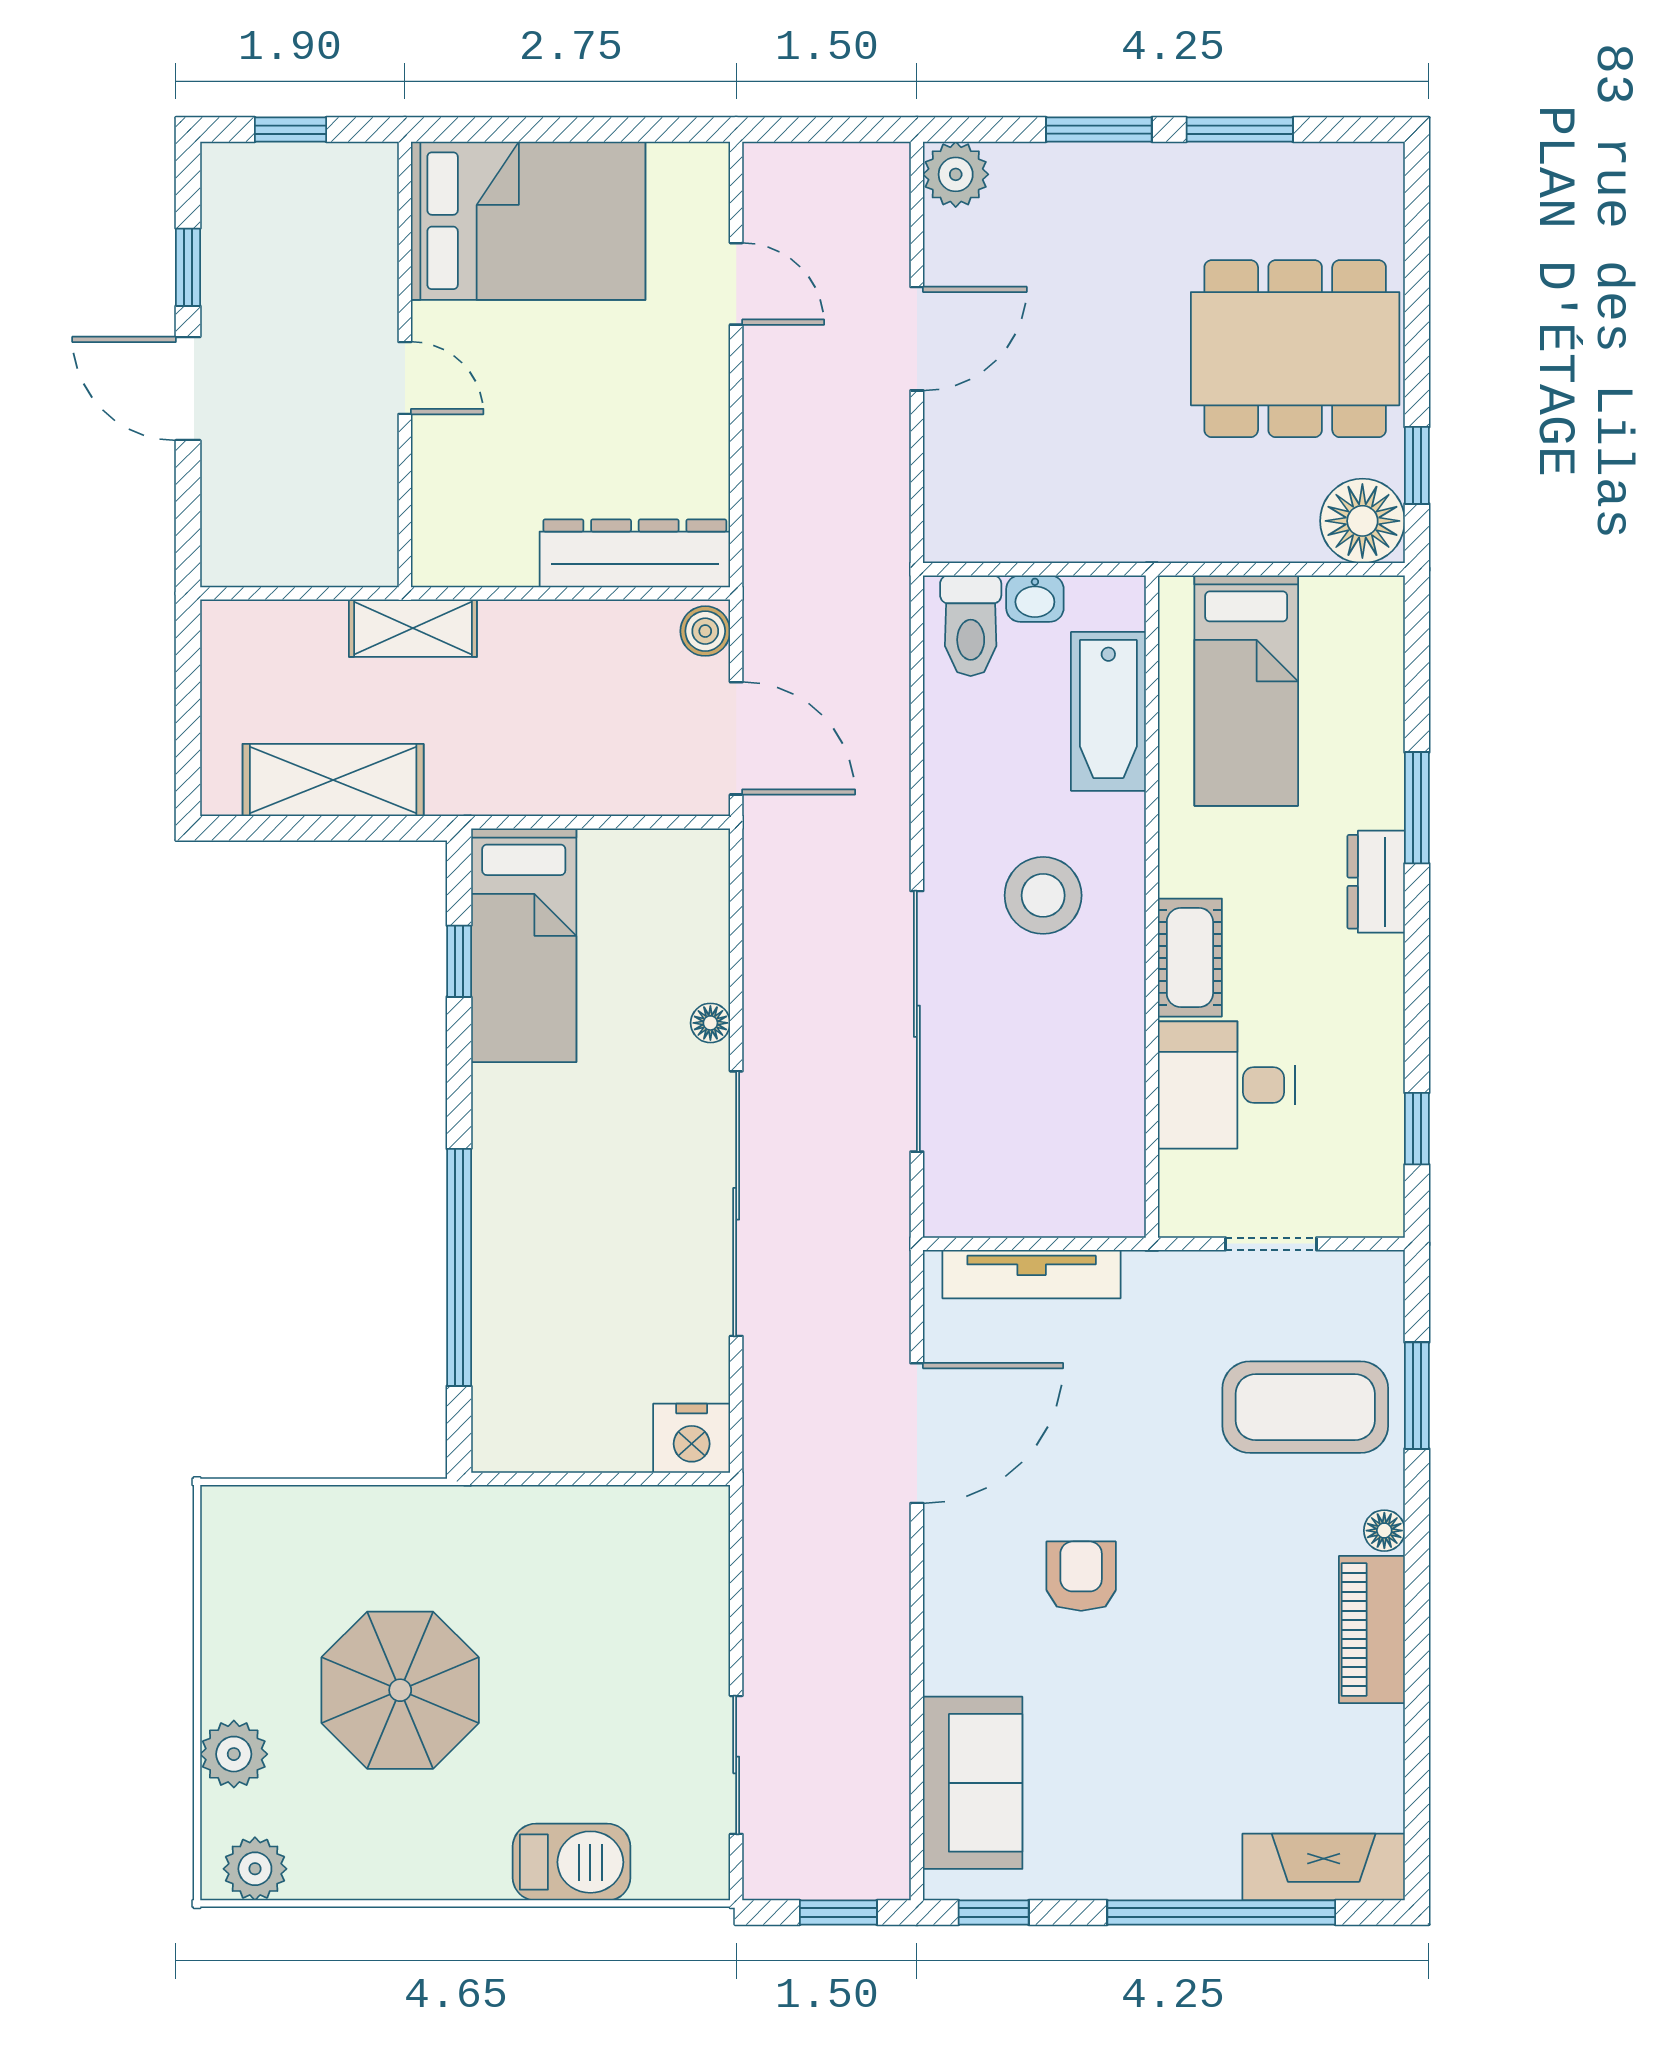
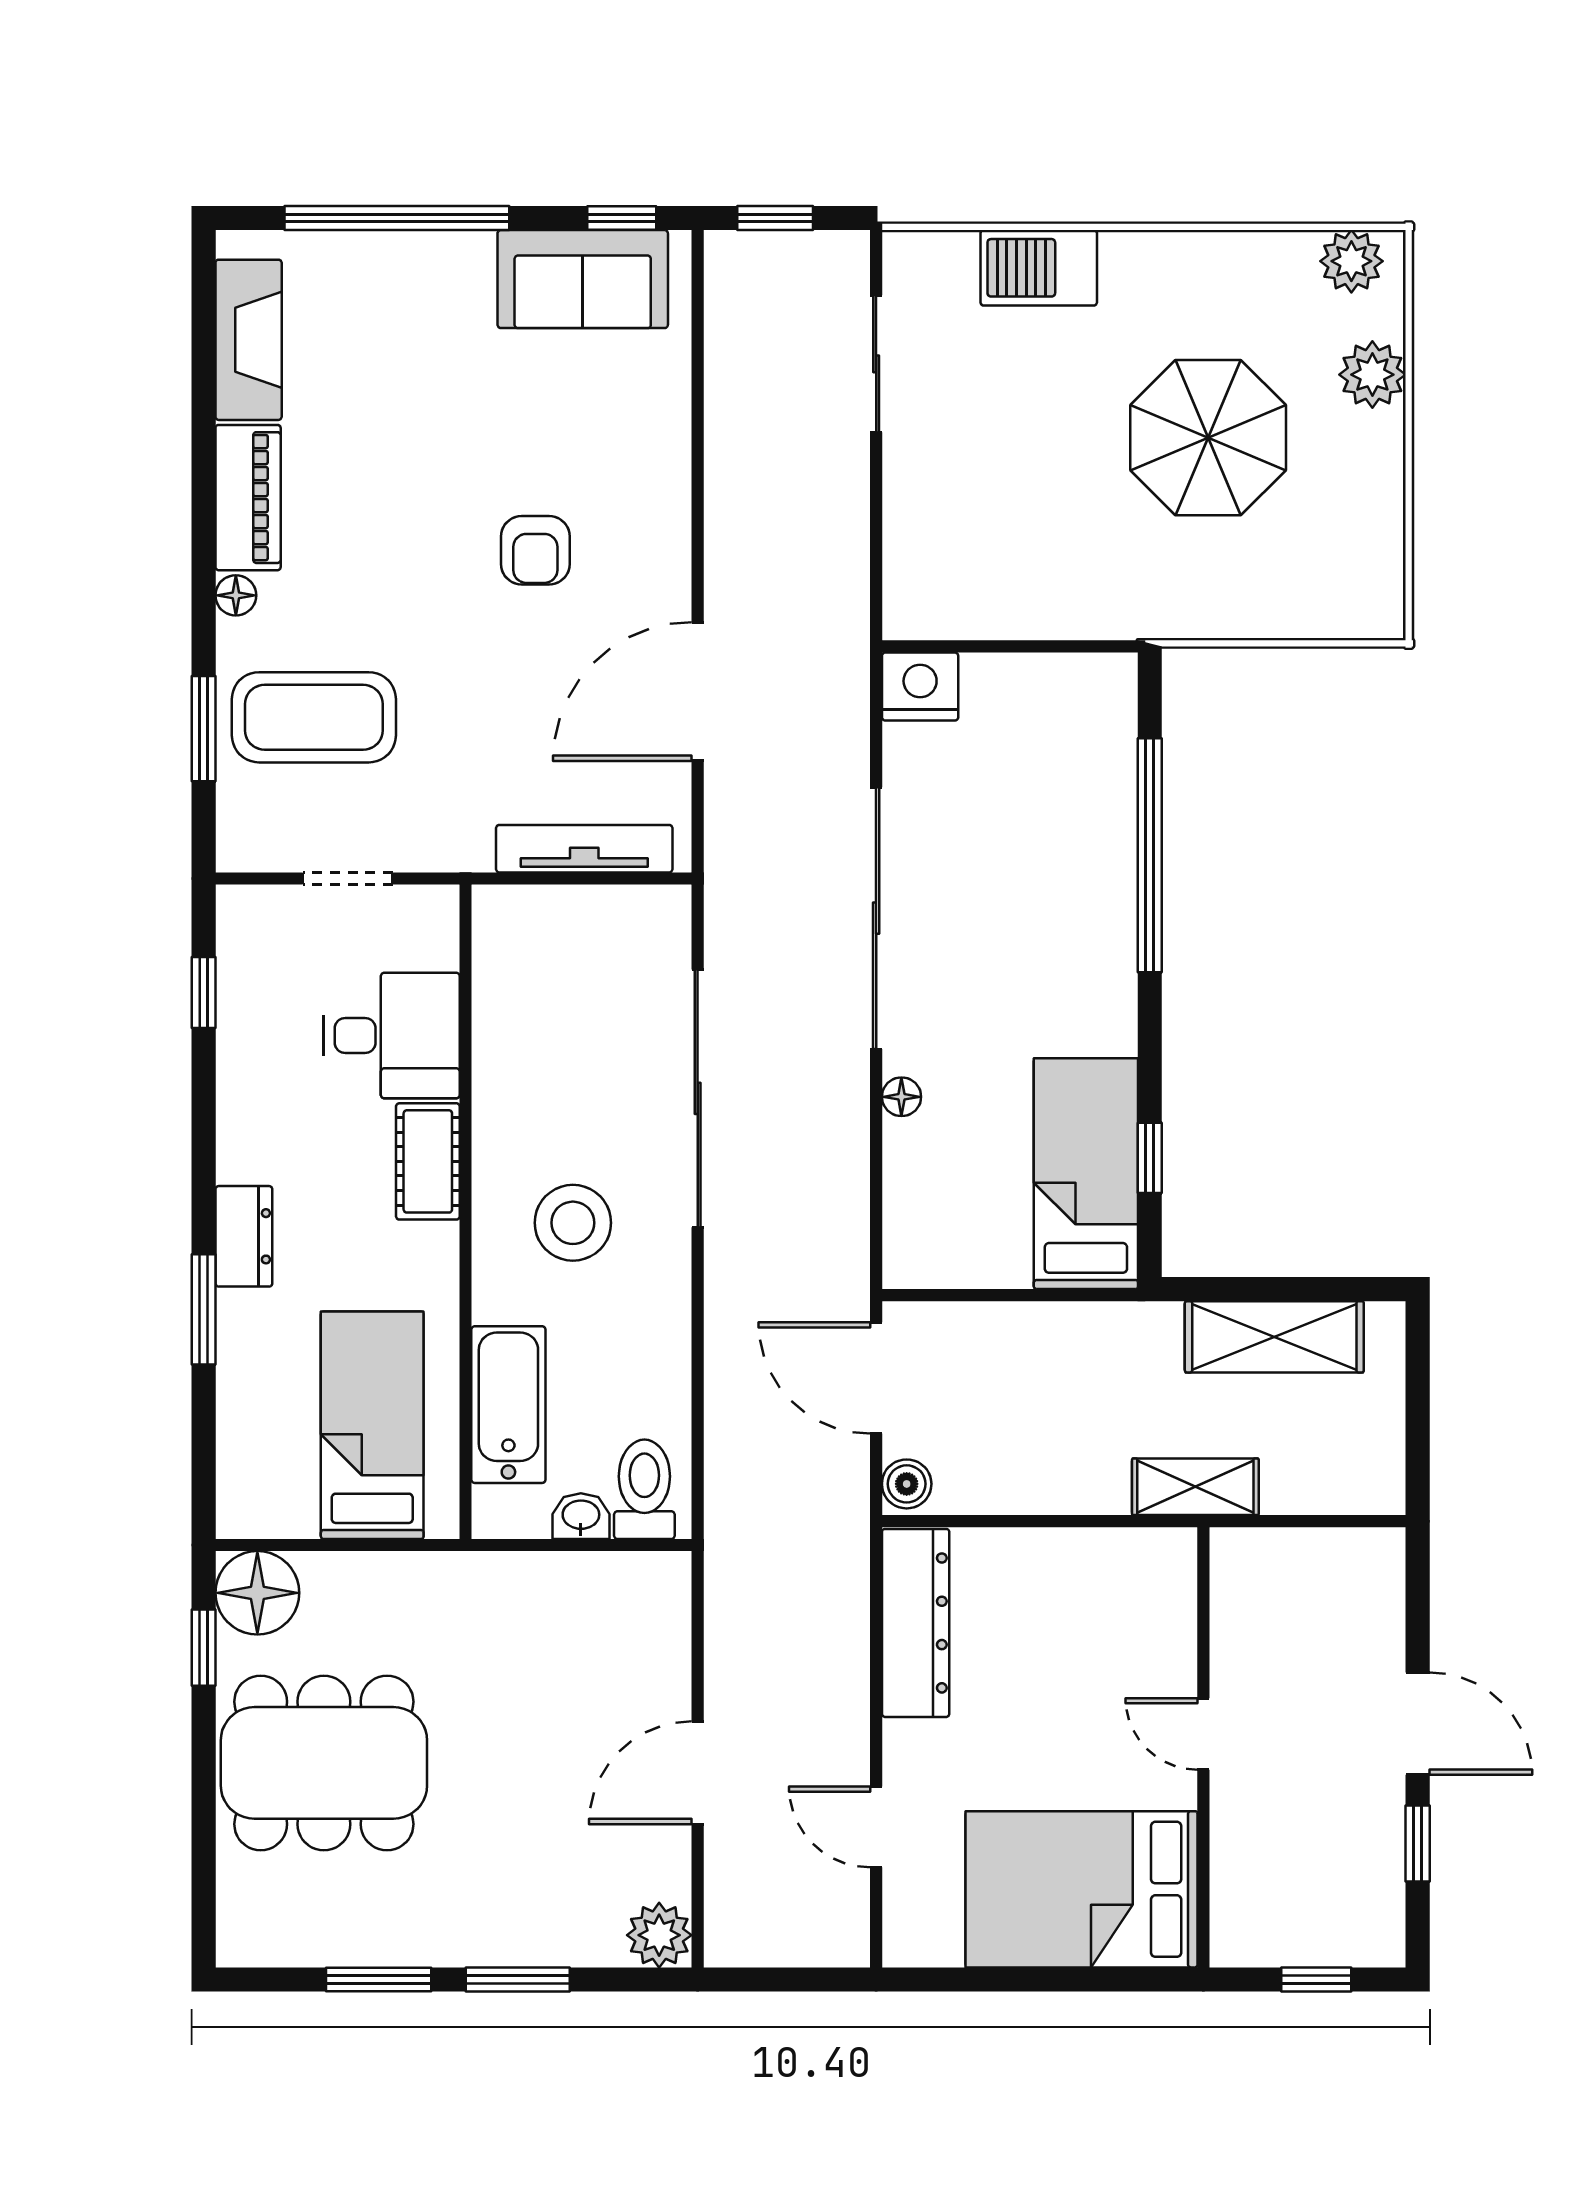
dresser: (635, 553) -> (916, 1623), moved, turned -90
sofa: (973, 1783) -> (583, 279), moved, turned -90
fireplace: (1324, 1867) -> (249, 340), moved, turned -90

